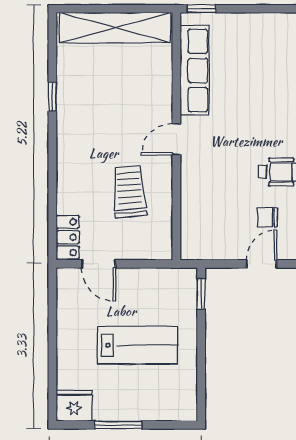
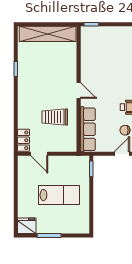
row of seats: (194, 70) -> (88, 129), moved
door: (176, 139) -> (79, 90), swing flipped
trolley: (129, 191) -> (55, 117), turned -86

